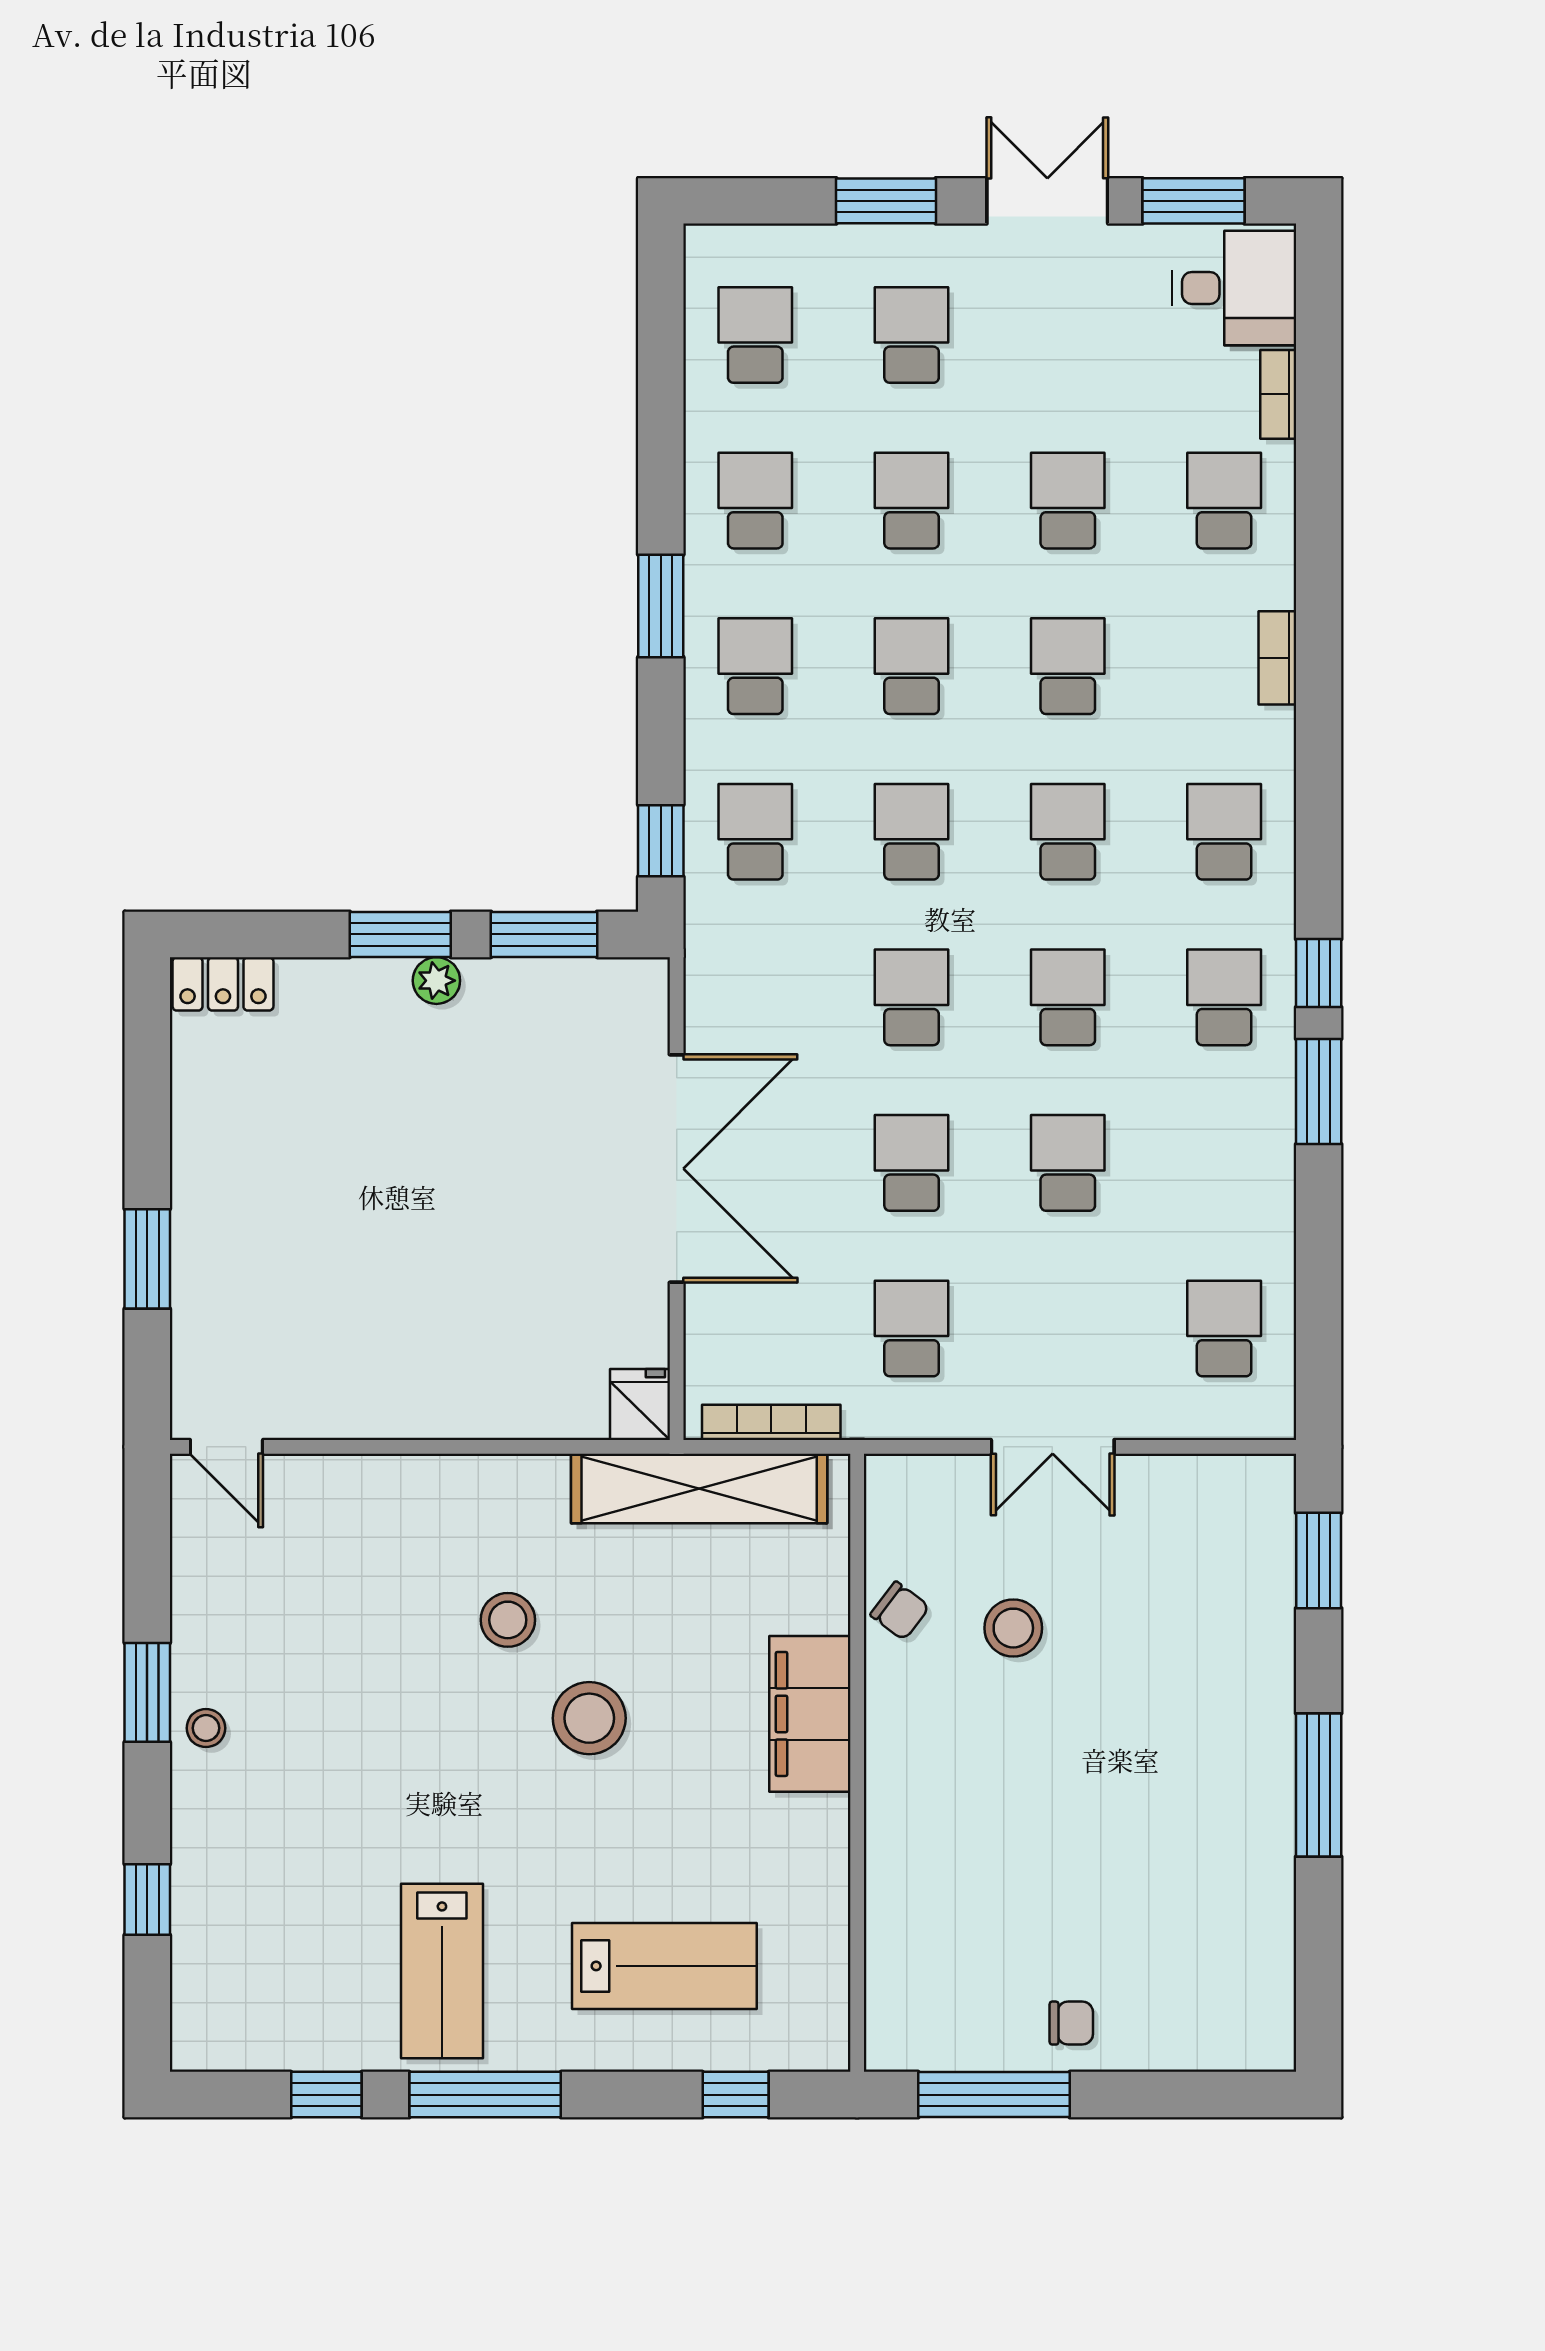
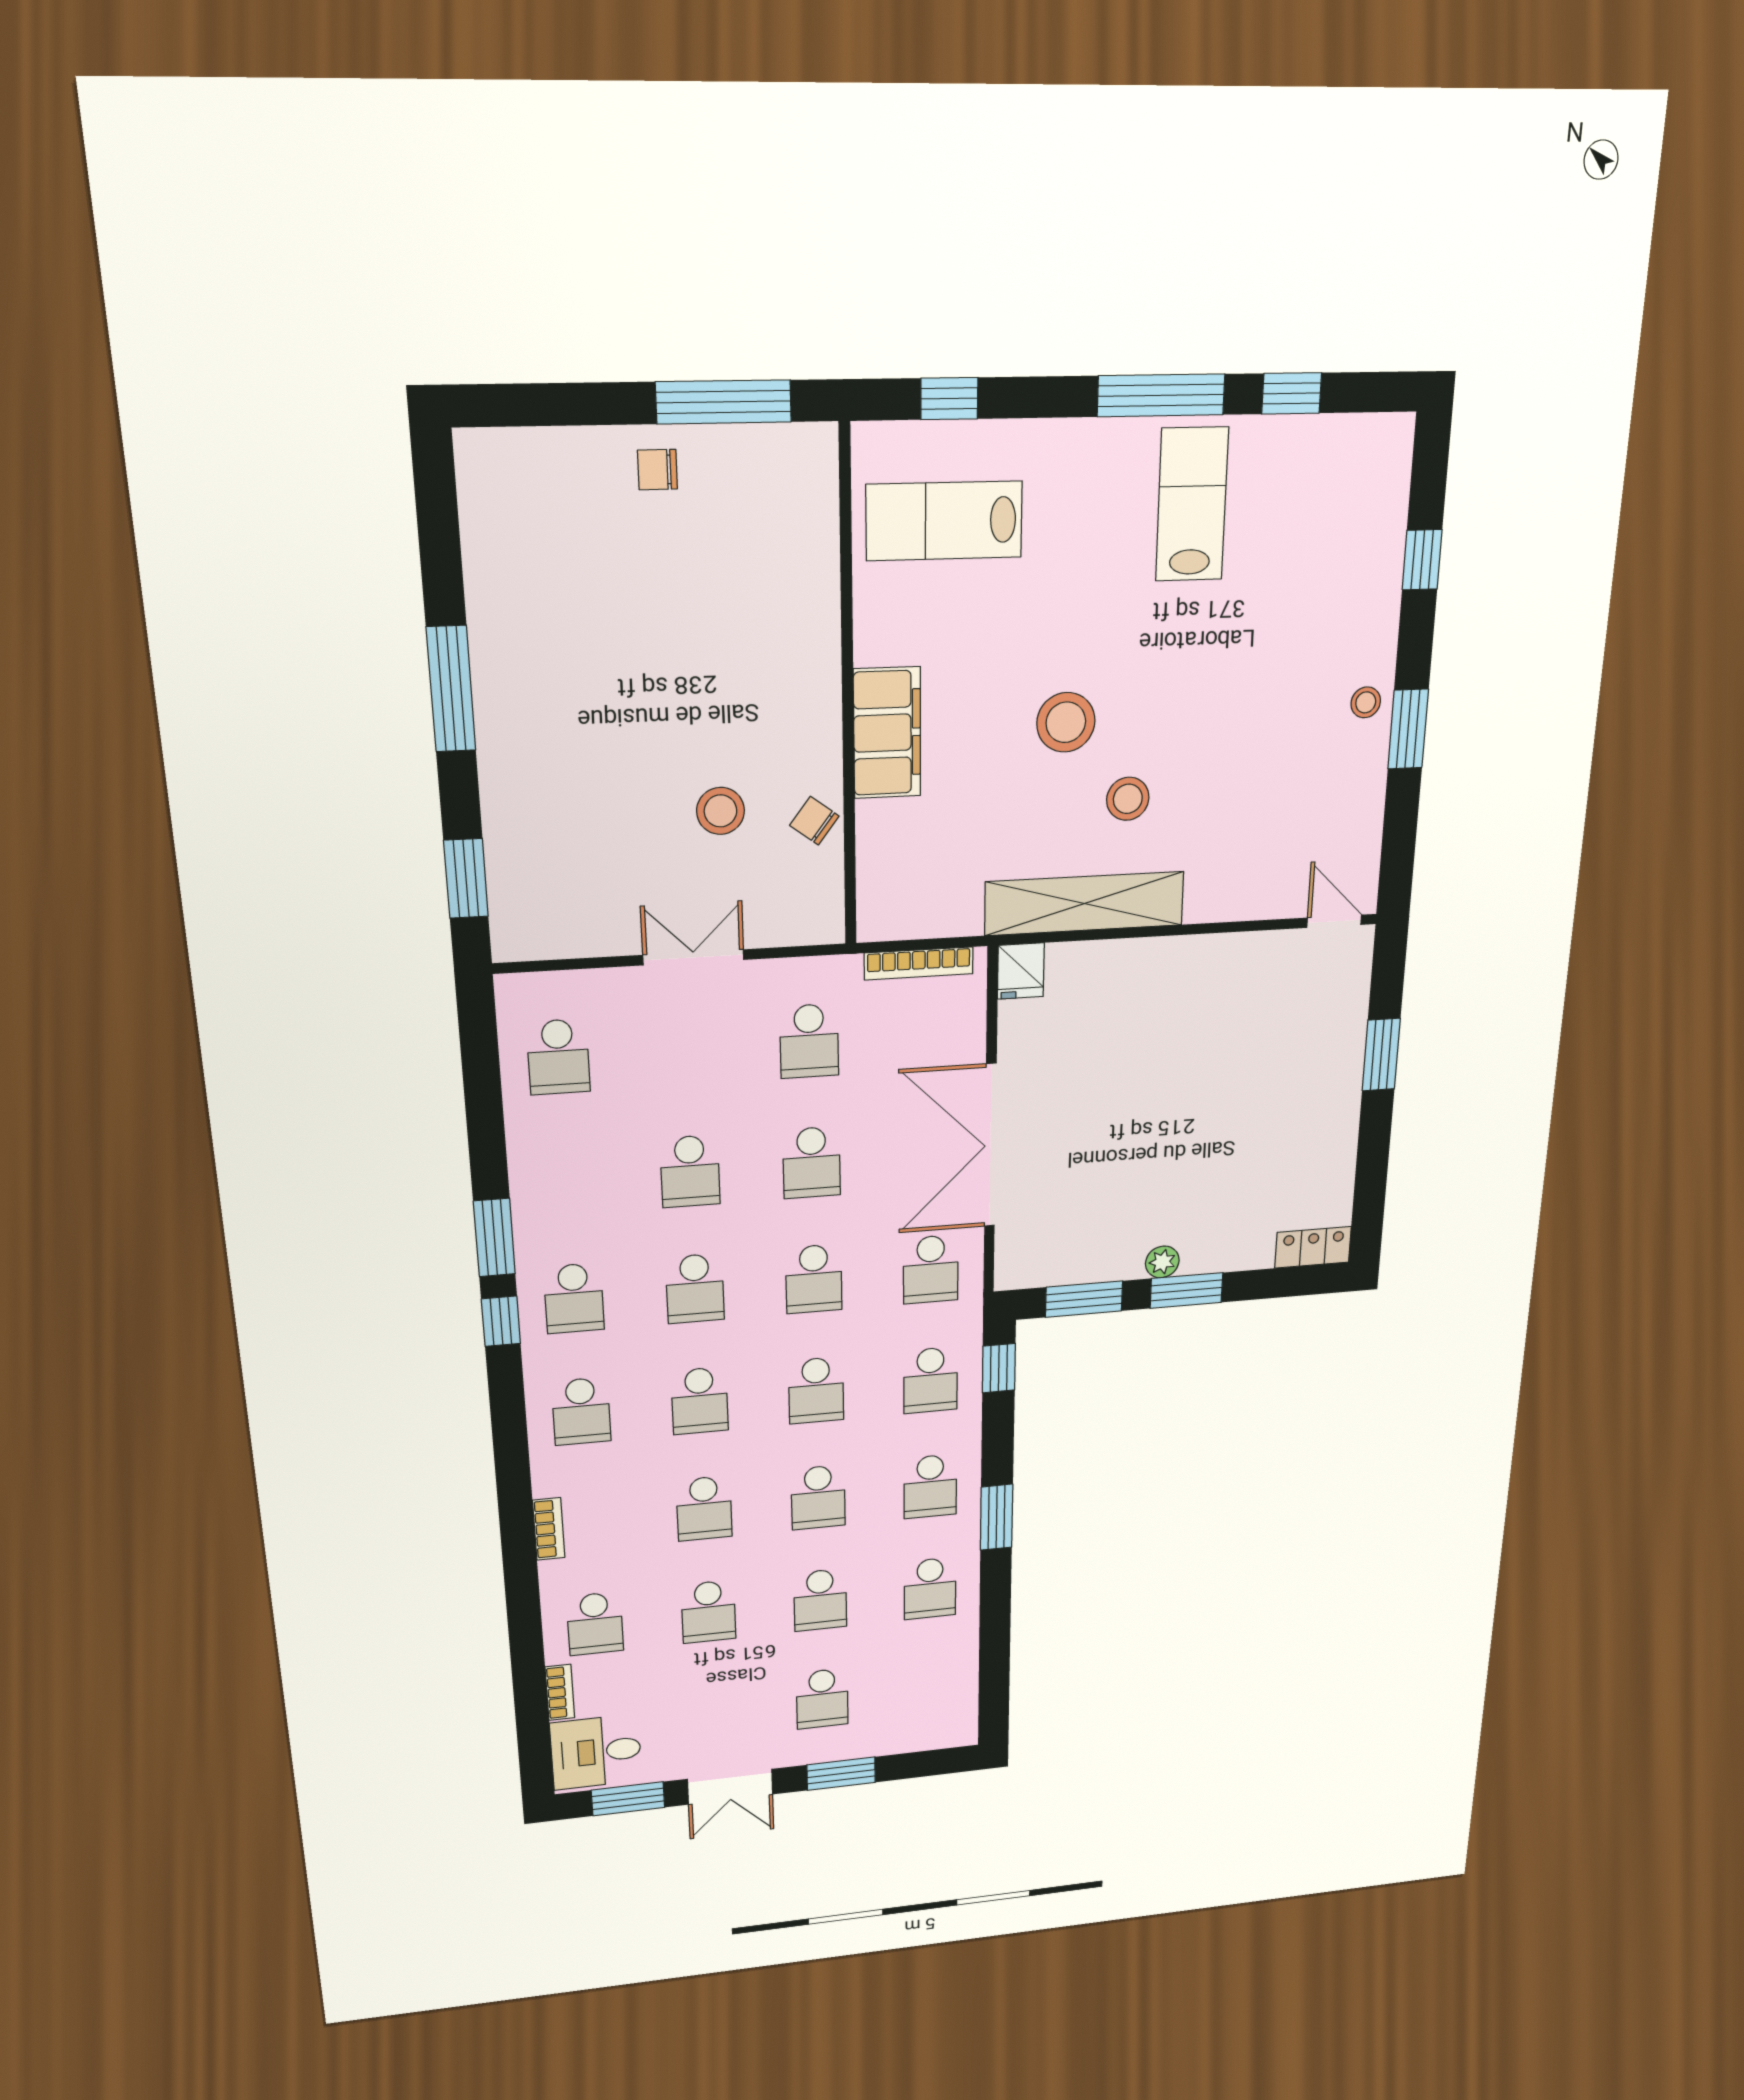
school desk: (755, 335) -> (931, 1269), moved
shelving: (699, 1488) -> (1084, 904), moved
lab bench: (664, 1966) -> (944, 521), moved

